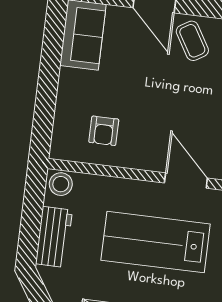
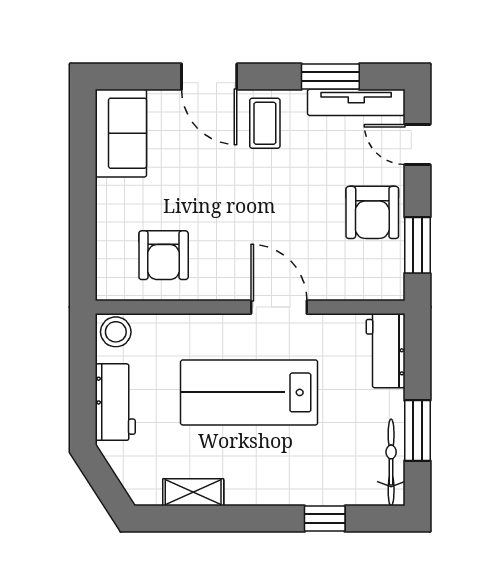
coffee table: (192, 41) -> (265, 123), turned 31
armchair: (104, 131) -> (164, 255), width x1.38, depth x1.38

